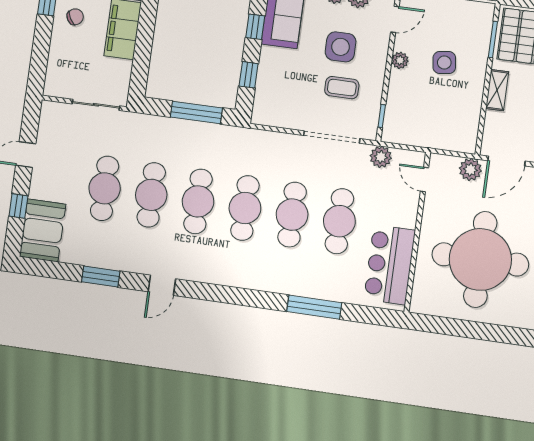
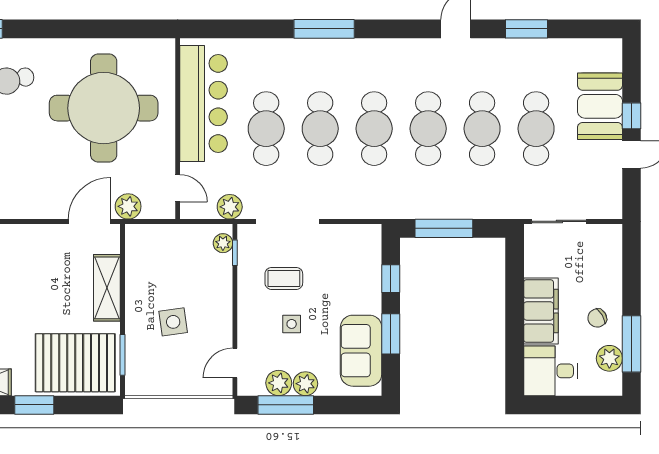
window: (255, 27) -> (391, 334), width x1.50
side table: (341, 47) -> (292, 324), width x0.54, depth x0.54
plant: (400, 60) -> (223, 243), moved
shelving: (497, 90) -> (107, 288), width x1.50, depth x1.33
window: (18, 206) -> (632, 116), moved
booth: (43, 230) -> (600, 106), moved
bar counter: (390, 265) -> (204, 103), width x1.36
window: (314, 307) -> (324, 29), moved

